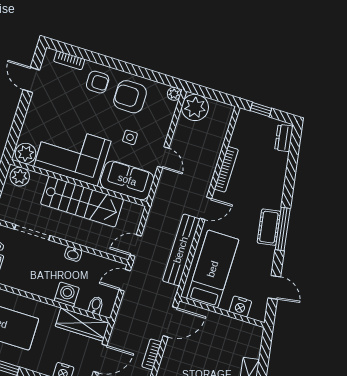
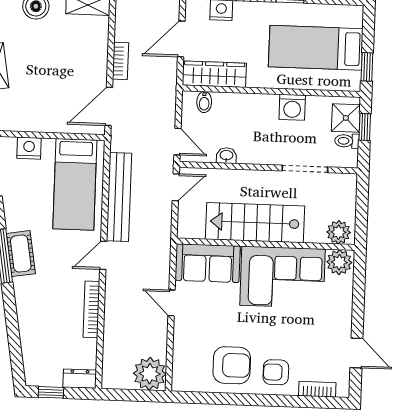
plant: (174, 94) -> (180, 383), removed
window: (261, 110) -> (51, 392), moved
side table: (130, 137) -> (218, 316), removed
dresser: (284, 138) -> (80, 379), moved, turned -81
washbasin: (73, 254) -> (226, 156), moved
door: (125, 280) -> (178, 142), hinge flipped
washing machine: (67, 294) -> (292, 107), moved

